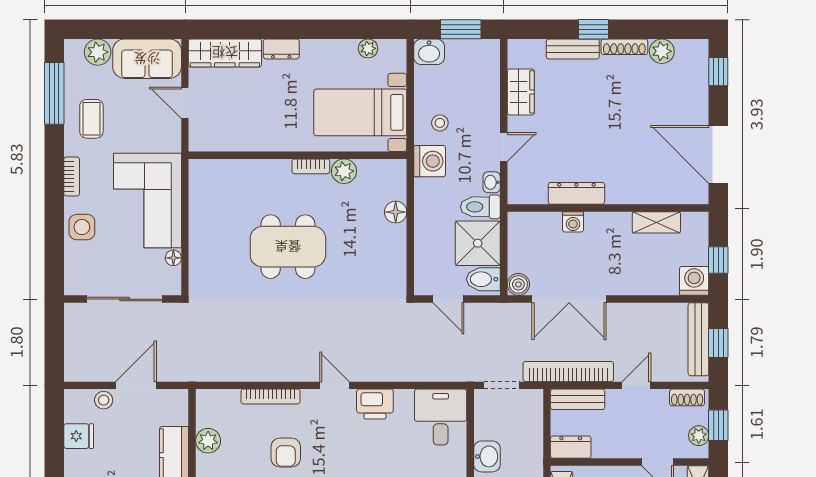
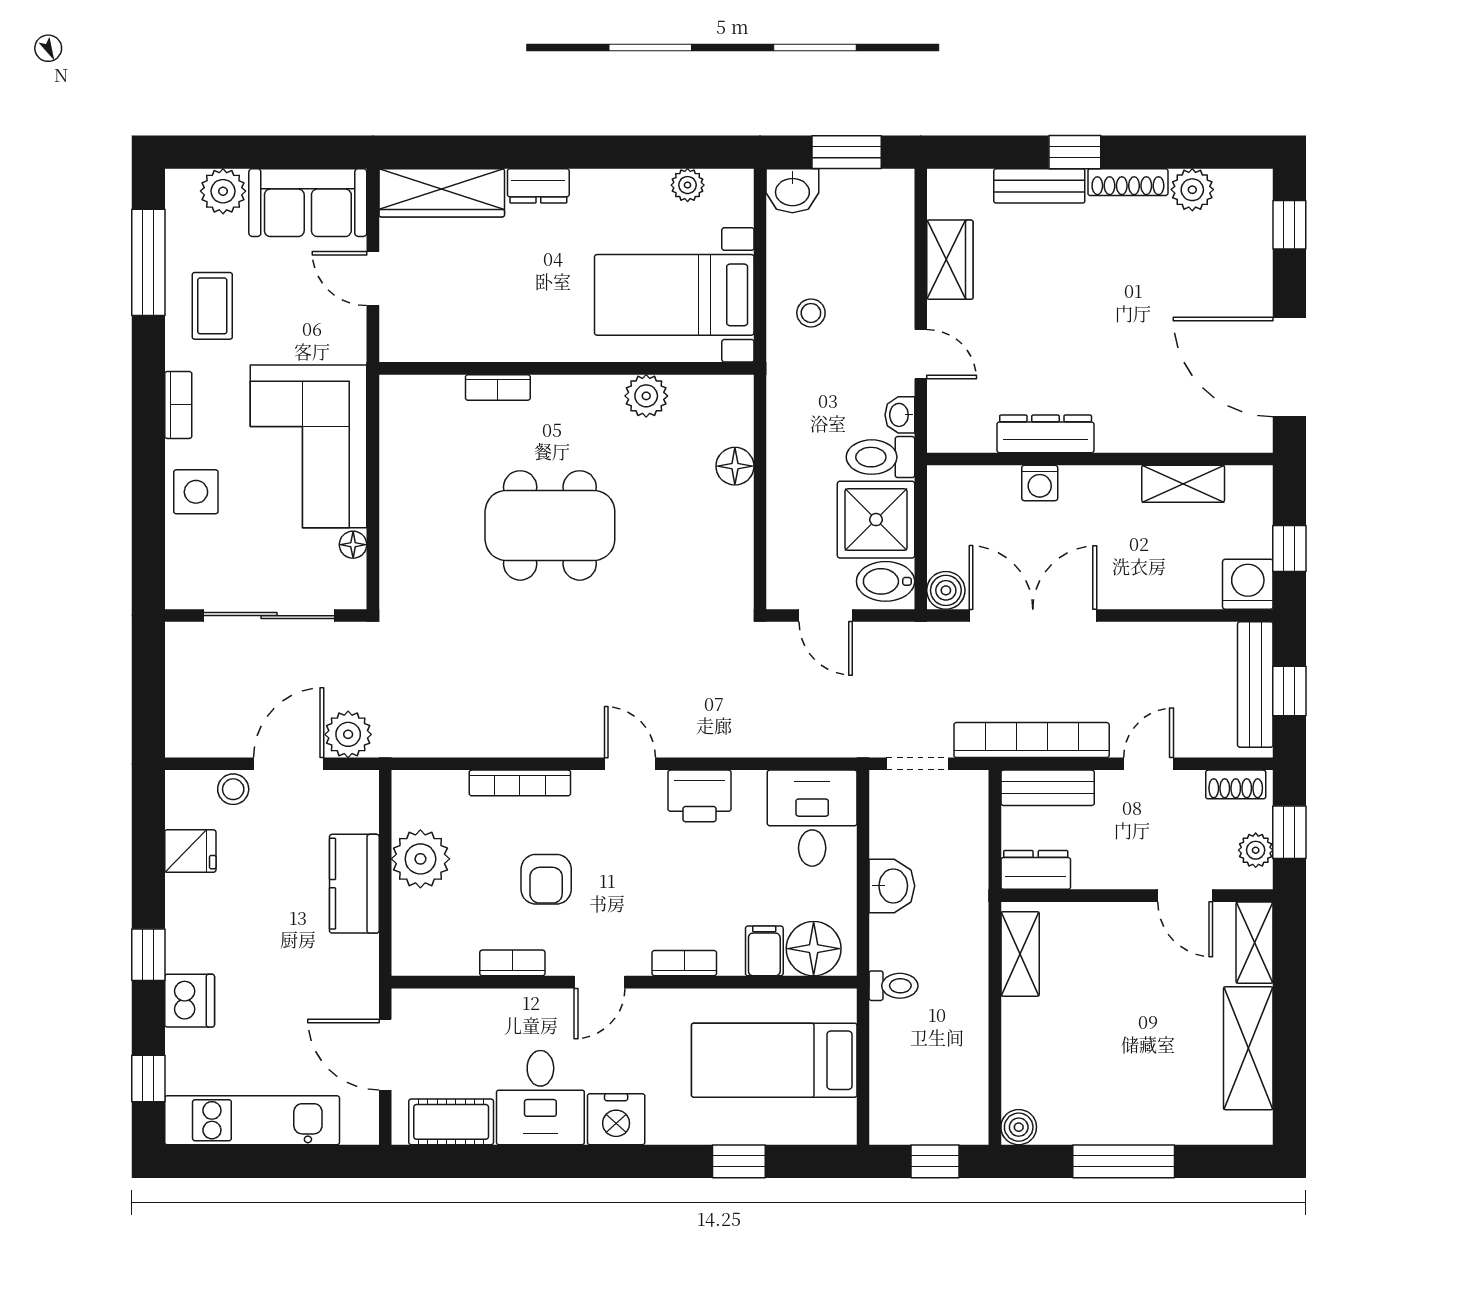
door: (504, 147) -> (921, 354), hinge flipped
washing machine: (430, 161) -> (793, 379), removed
bookcase: (311, 166) -> (498, 387), moved
double door: (569, 299) -> (1033, 616), swing flipped
plant: (170, 368) -> (348, 734), added
plant: (208, 441) -> (420, 859), width x1.36, depth x1.36

